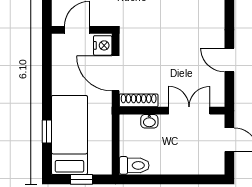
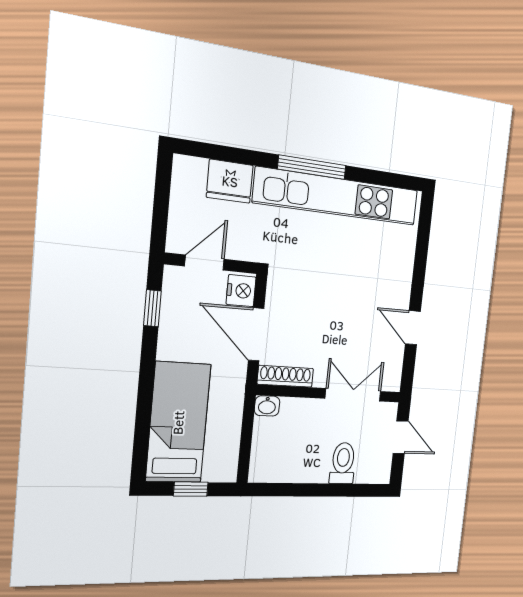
washbasin: (149, 121) -> (267, 406), moved
window: (47, 131) -> (152, 308), moved
toilet: (134, 165) -> (343, 463), moved, turned -90

